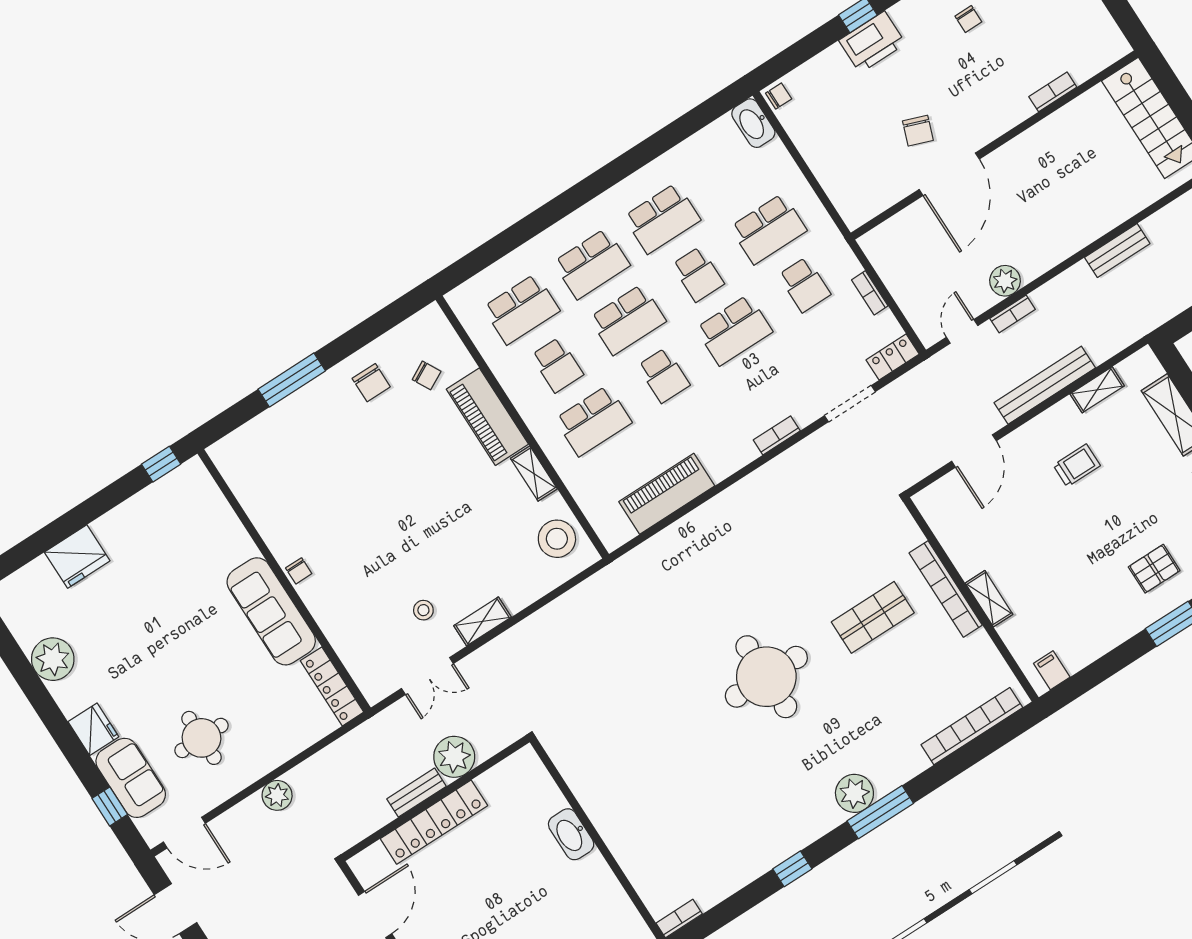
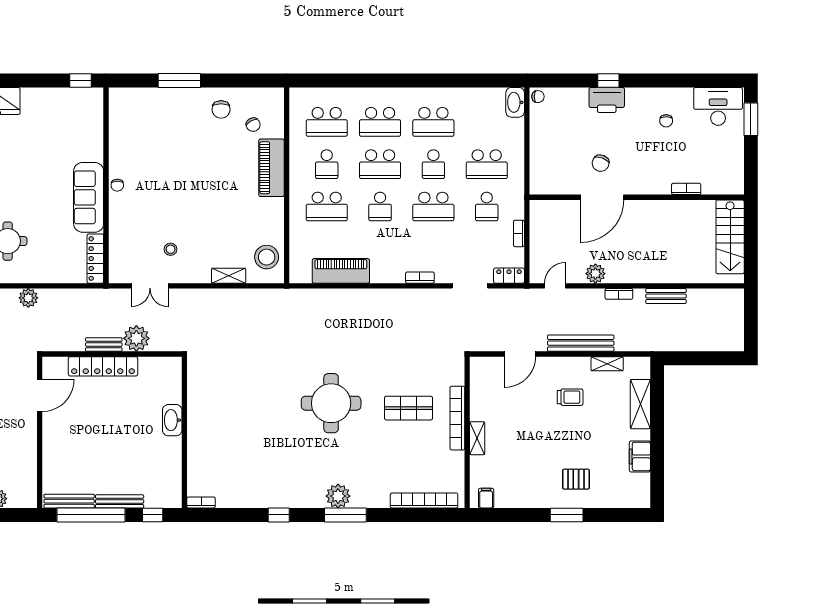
bookcase: (1013, 314) -> (619, 294), moved
shelving: (534, 474) -> (277, 214), removed
shelving: (483, 621) -> (229, 276), moved

